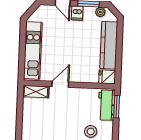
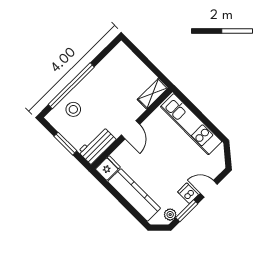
door: (60, 84) -> (130, 130), moved
workbench: (106, 105) -> (97, 146), moved, turned -90
window: (117, 107) -> (65, 144), moved

